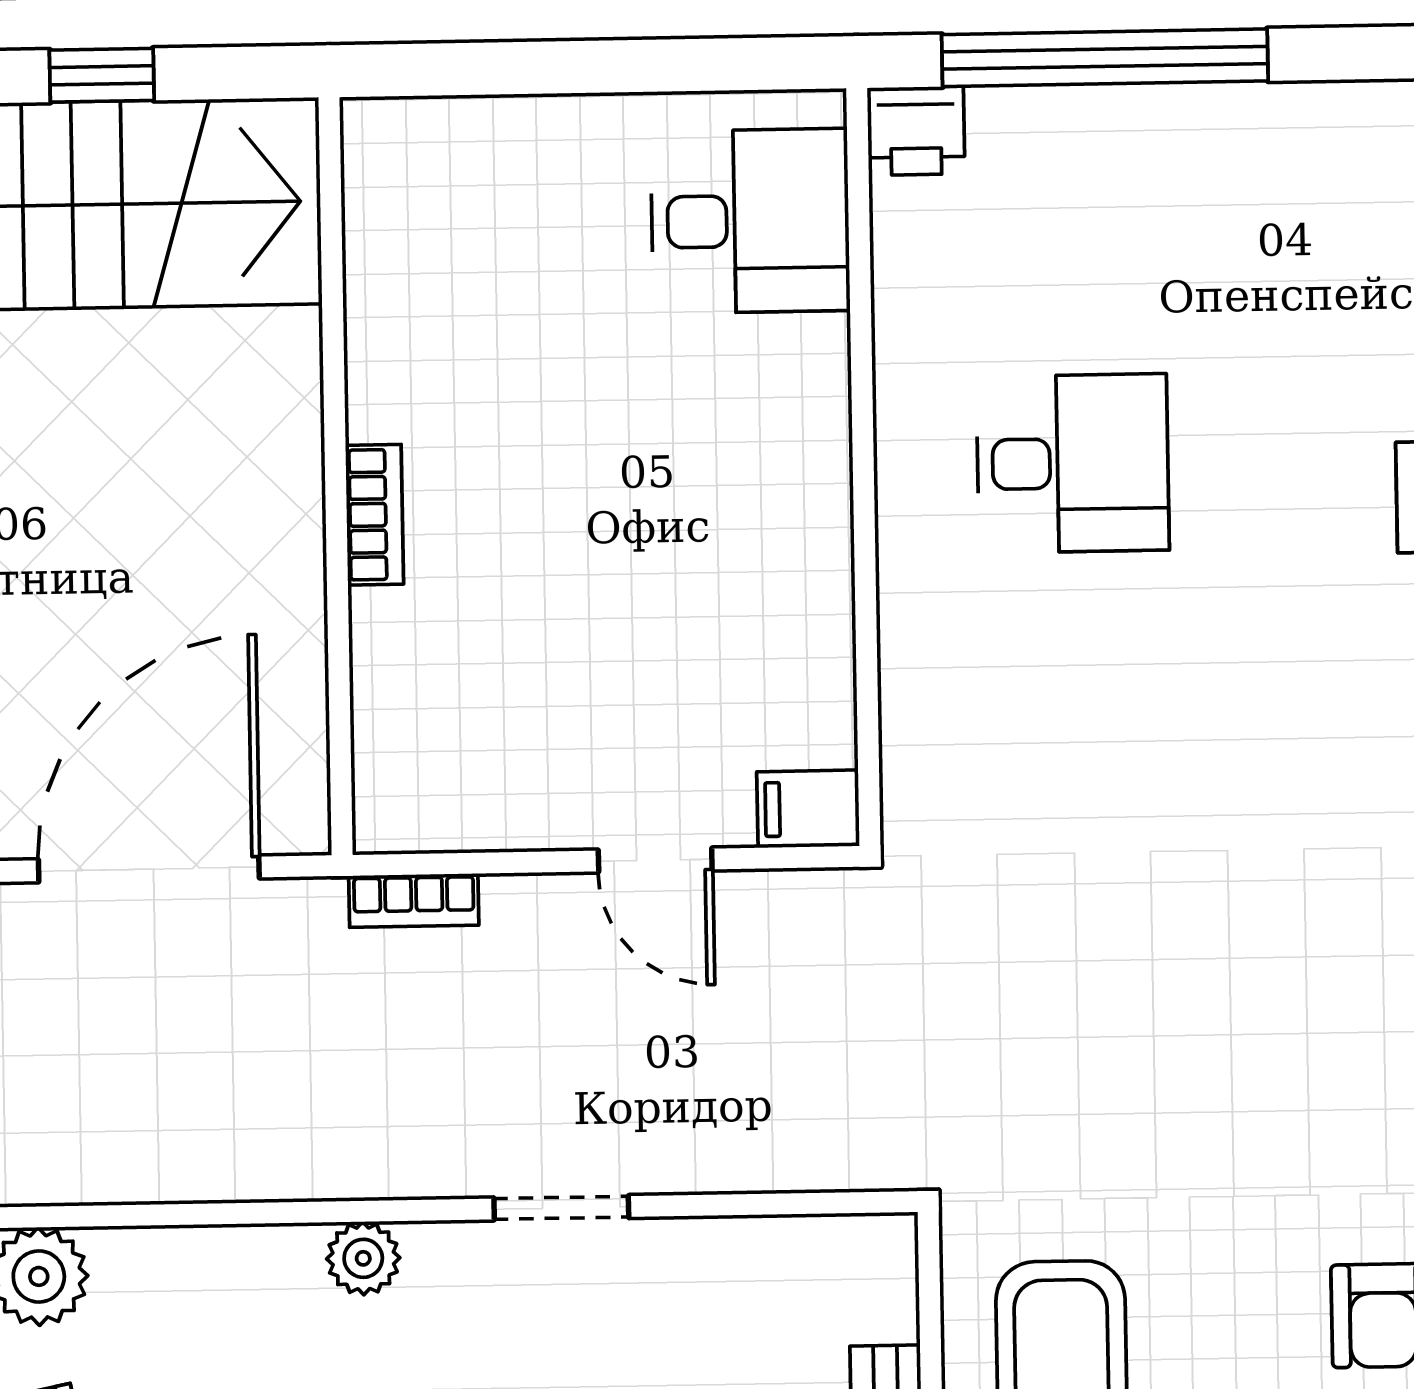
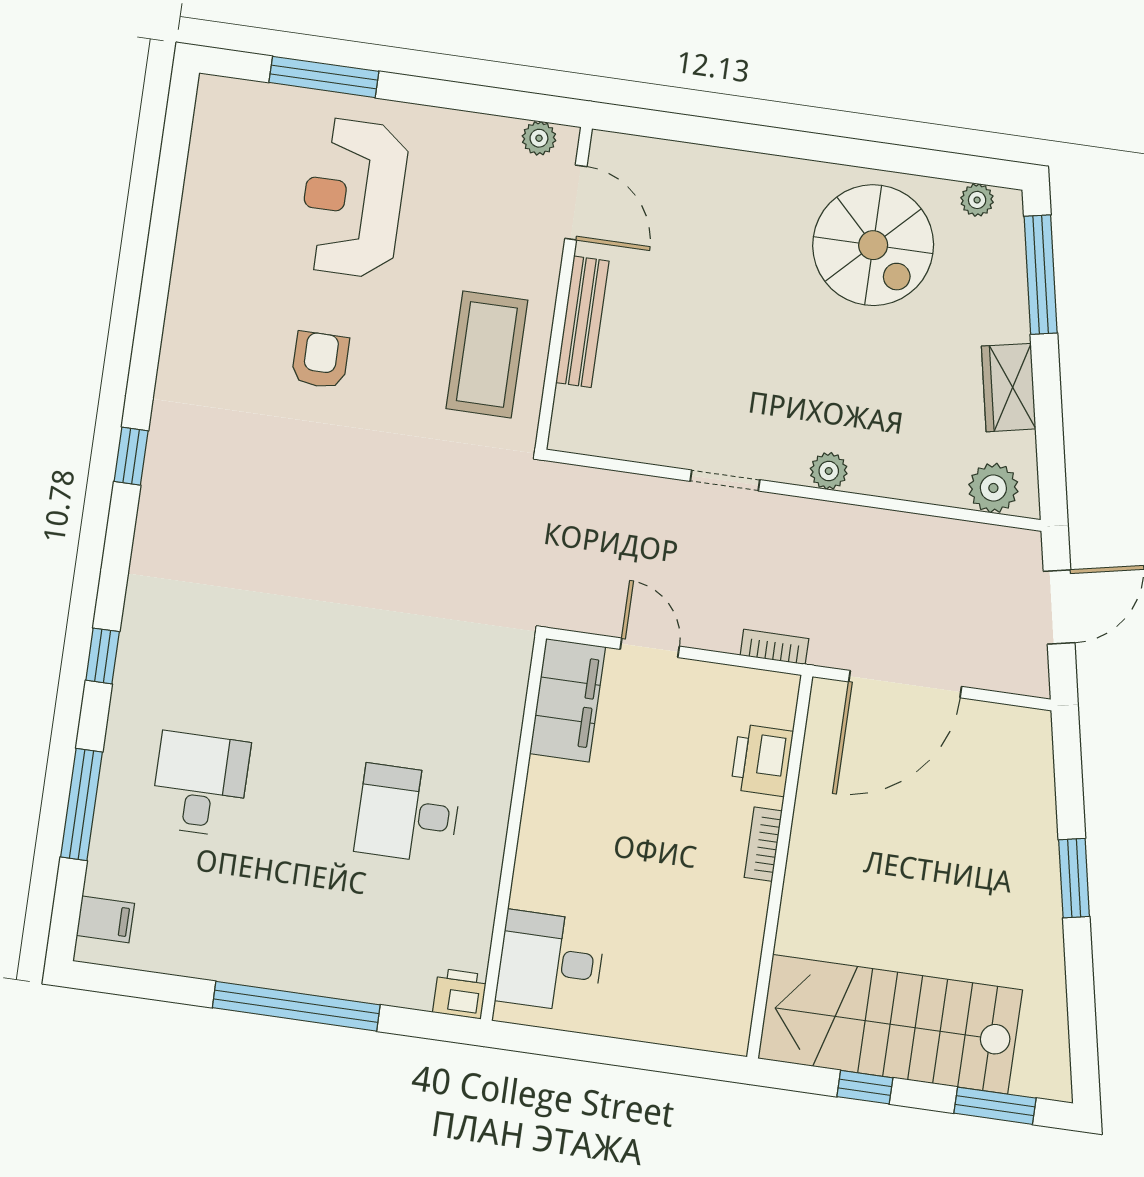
window: (1105, 58) -> (296, 1006), moved
printer: (403, 677) -> (762, 760), added
filing cabinet: (808, 809) -> (568, 700), width x3.00, depth x1.17

